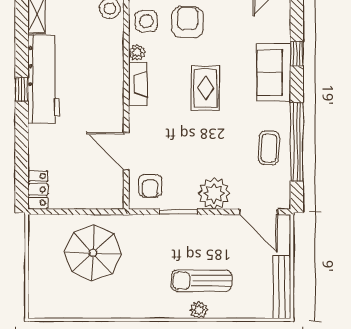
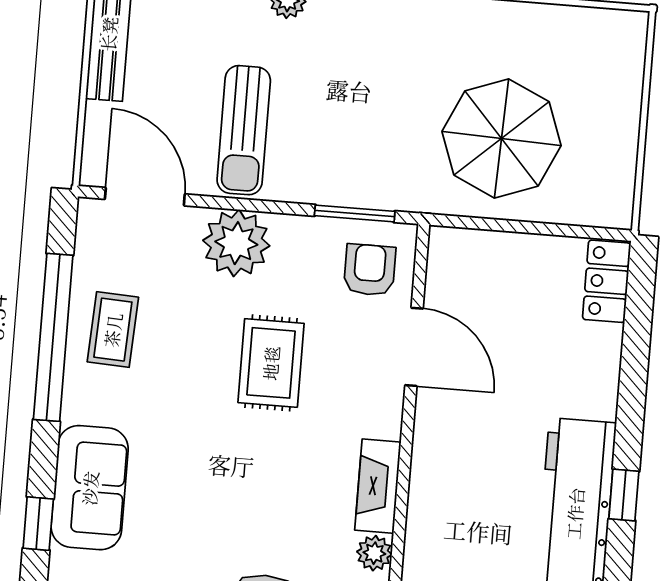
rug: (205, 88) -> (271, 363), moved
window: (179, 212) -> (355, 213), moved
sun lounger: (202, 281) -> (244, 130), moved, turned 90

